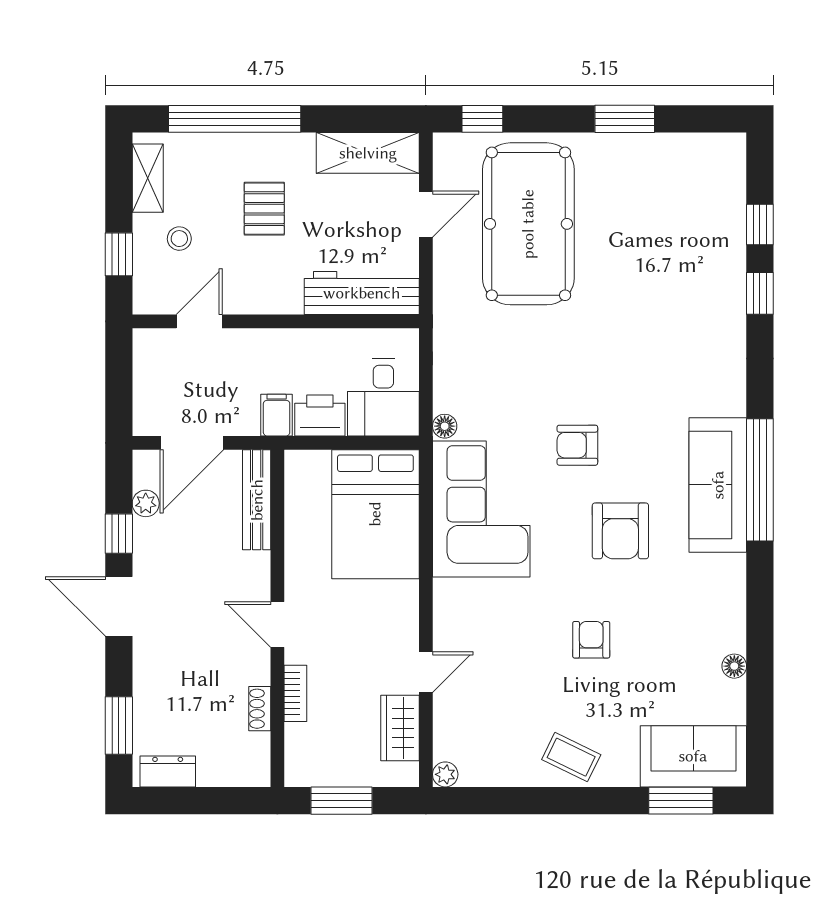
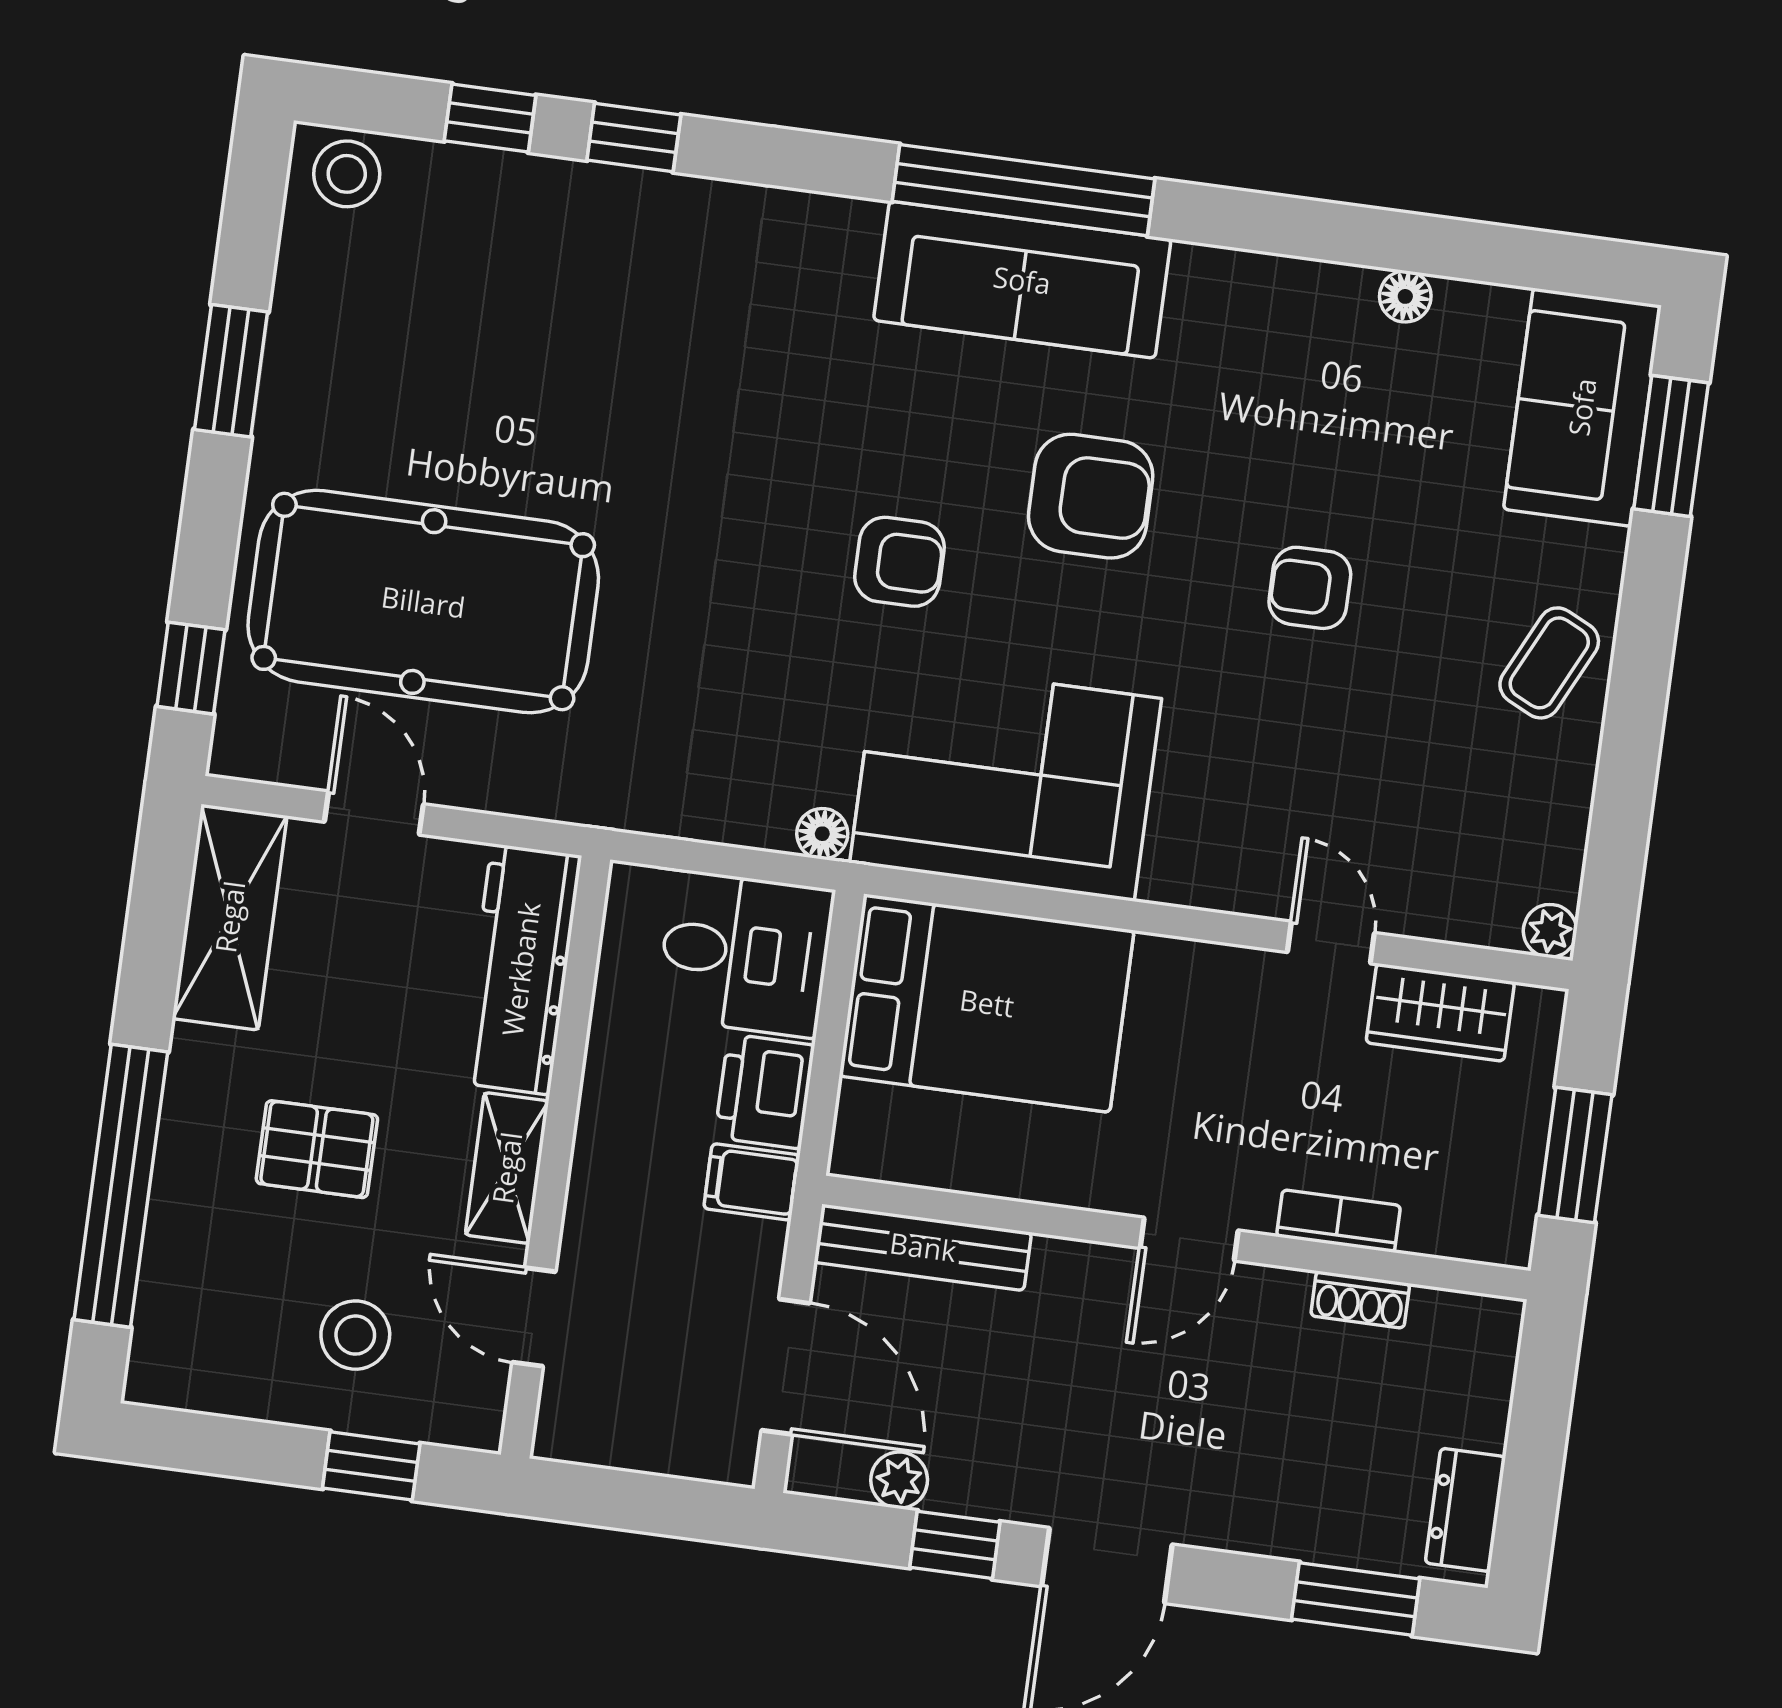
stool: (725, 161) -> (347, 174), added
shelving: (148, 178) -> (507, 1168), moved, turned 90
stool: (179, 239) -> (355, 1335), width x1.37, depth x1.37
armchair: (577, 445) -> (899, 562), turned -90

